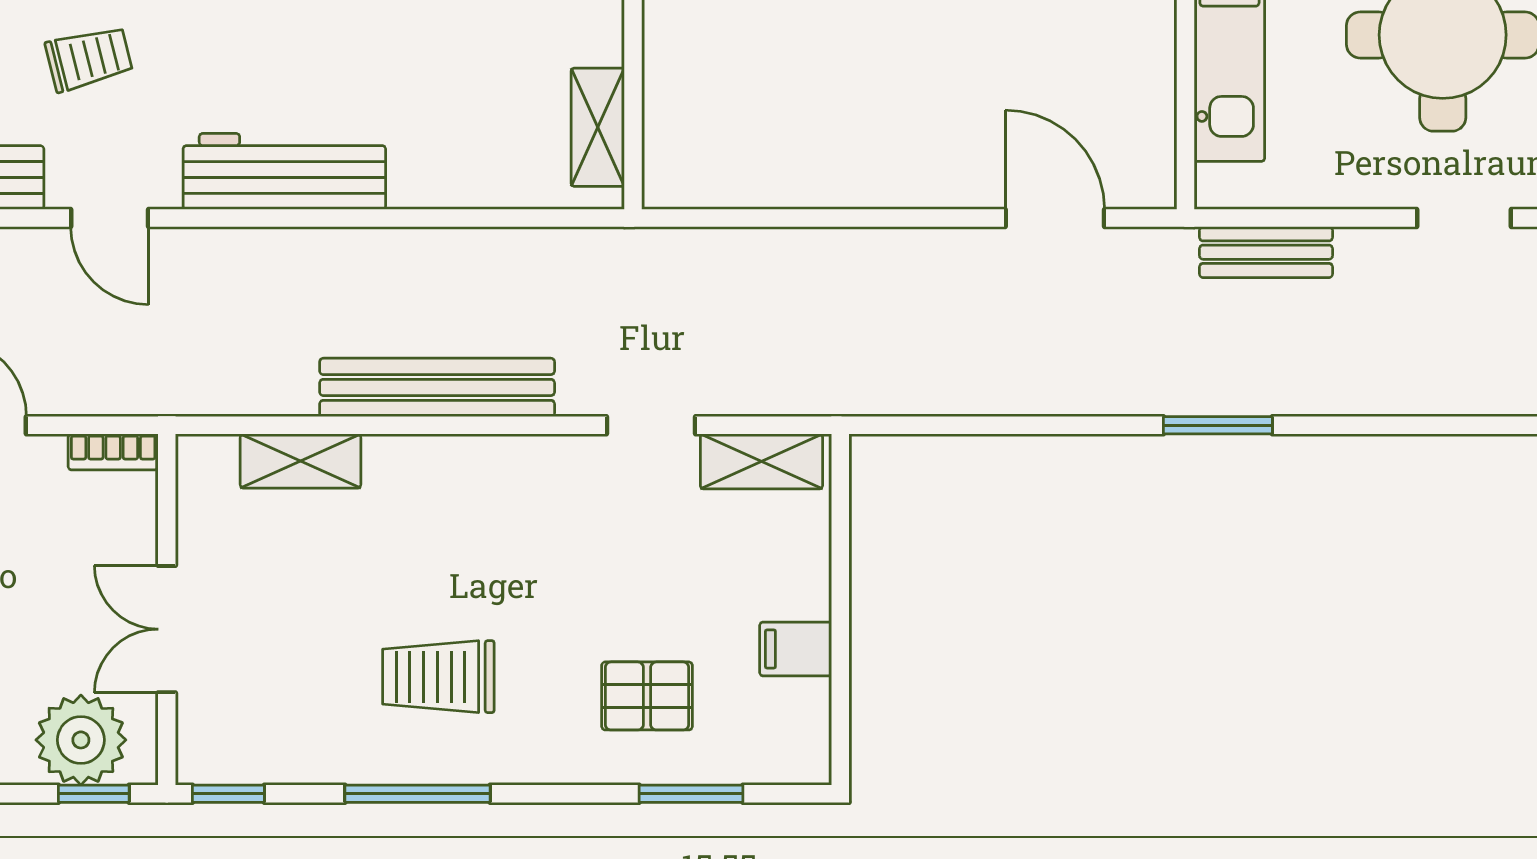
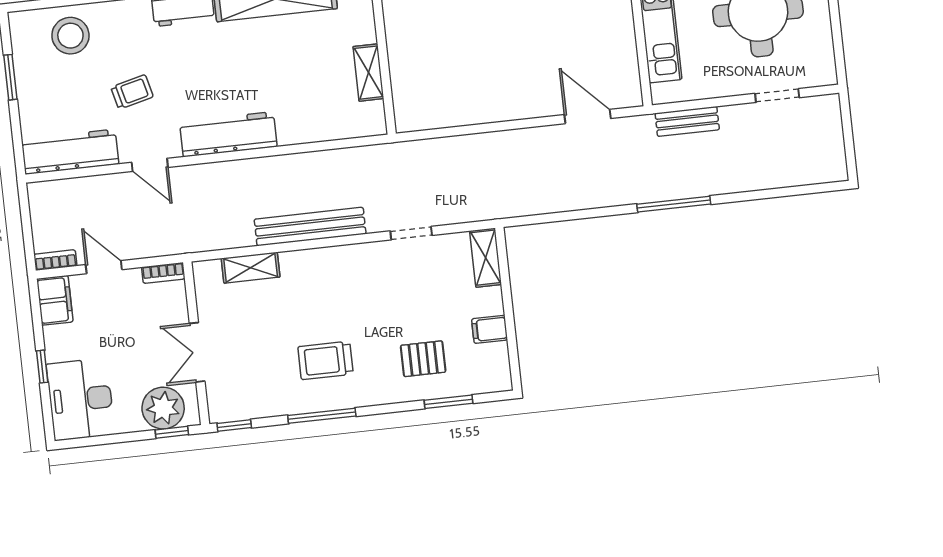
shelving: (598, 127) -> (368, 73), moved
window: (1218, 425) -> (674, 204), width x1.44
shelving: (761, 461) -> (486, 258), moved, turned 90

